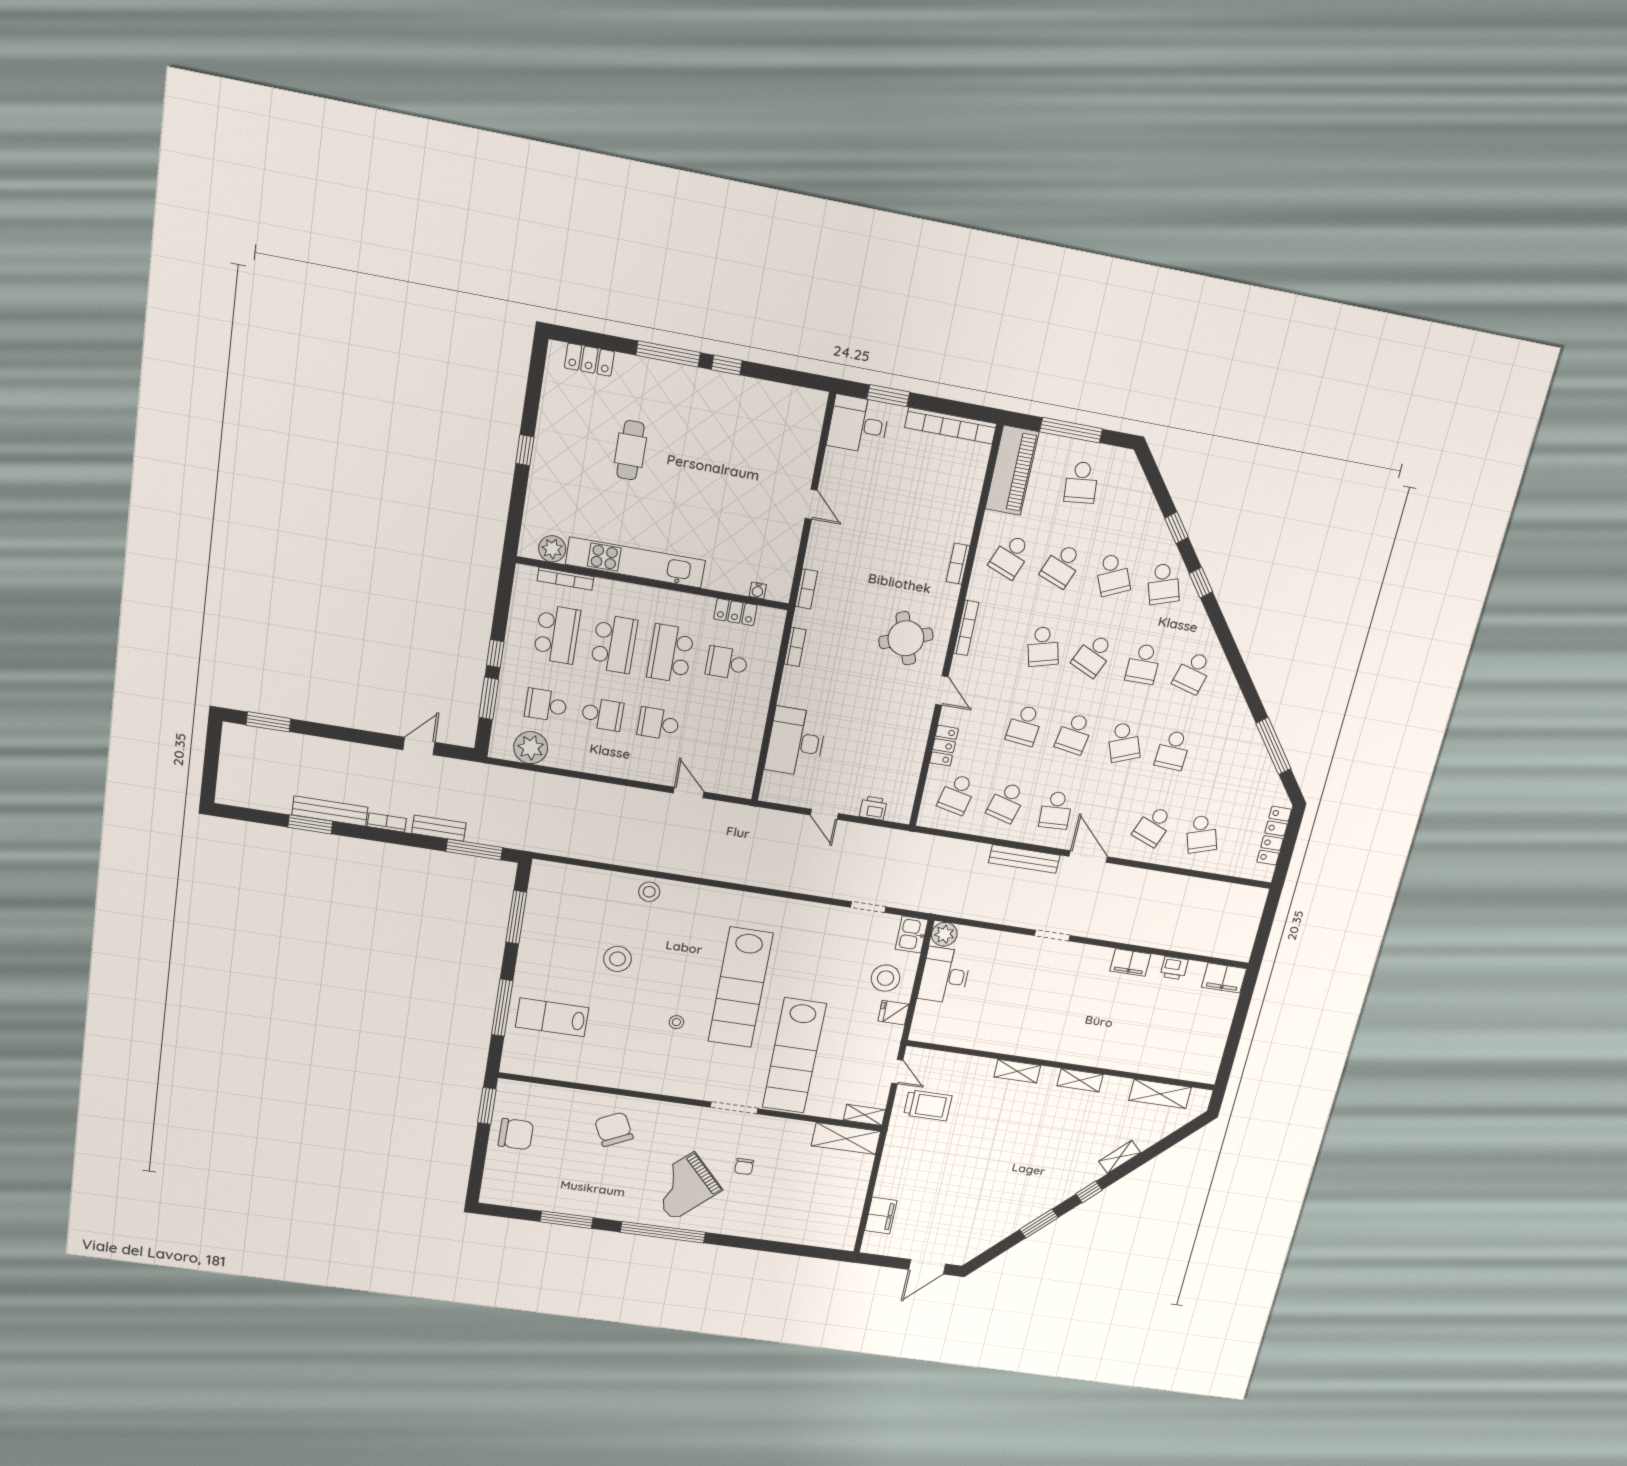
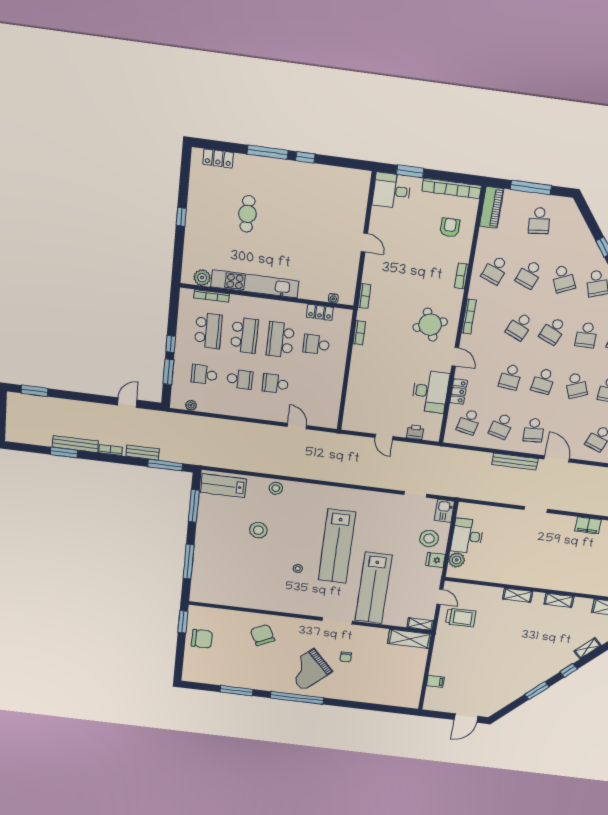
piano: (1012, 470) -> (492, 207), width x0.73, depth x0.75
armchair: (945, 487) -> (450, 227), added
school desk: (1043, 646) -> (520, 326), turned 39
desk: (796, 742) -> (430, 392), moved, turned 180
plant: (531, 748) -> (191, 405), width x0.53, depth x0.53
plant: (944, 934) -> (457, 560), moved
lab bench: (552, 1017) -> (223, 486), moved
filing cabinet: (881, 1216) -> (435, 681), width x0.50

